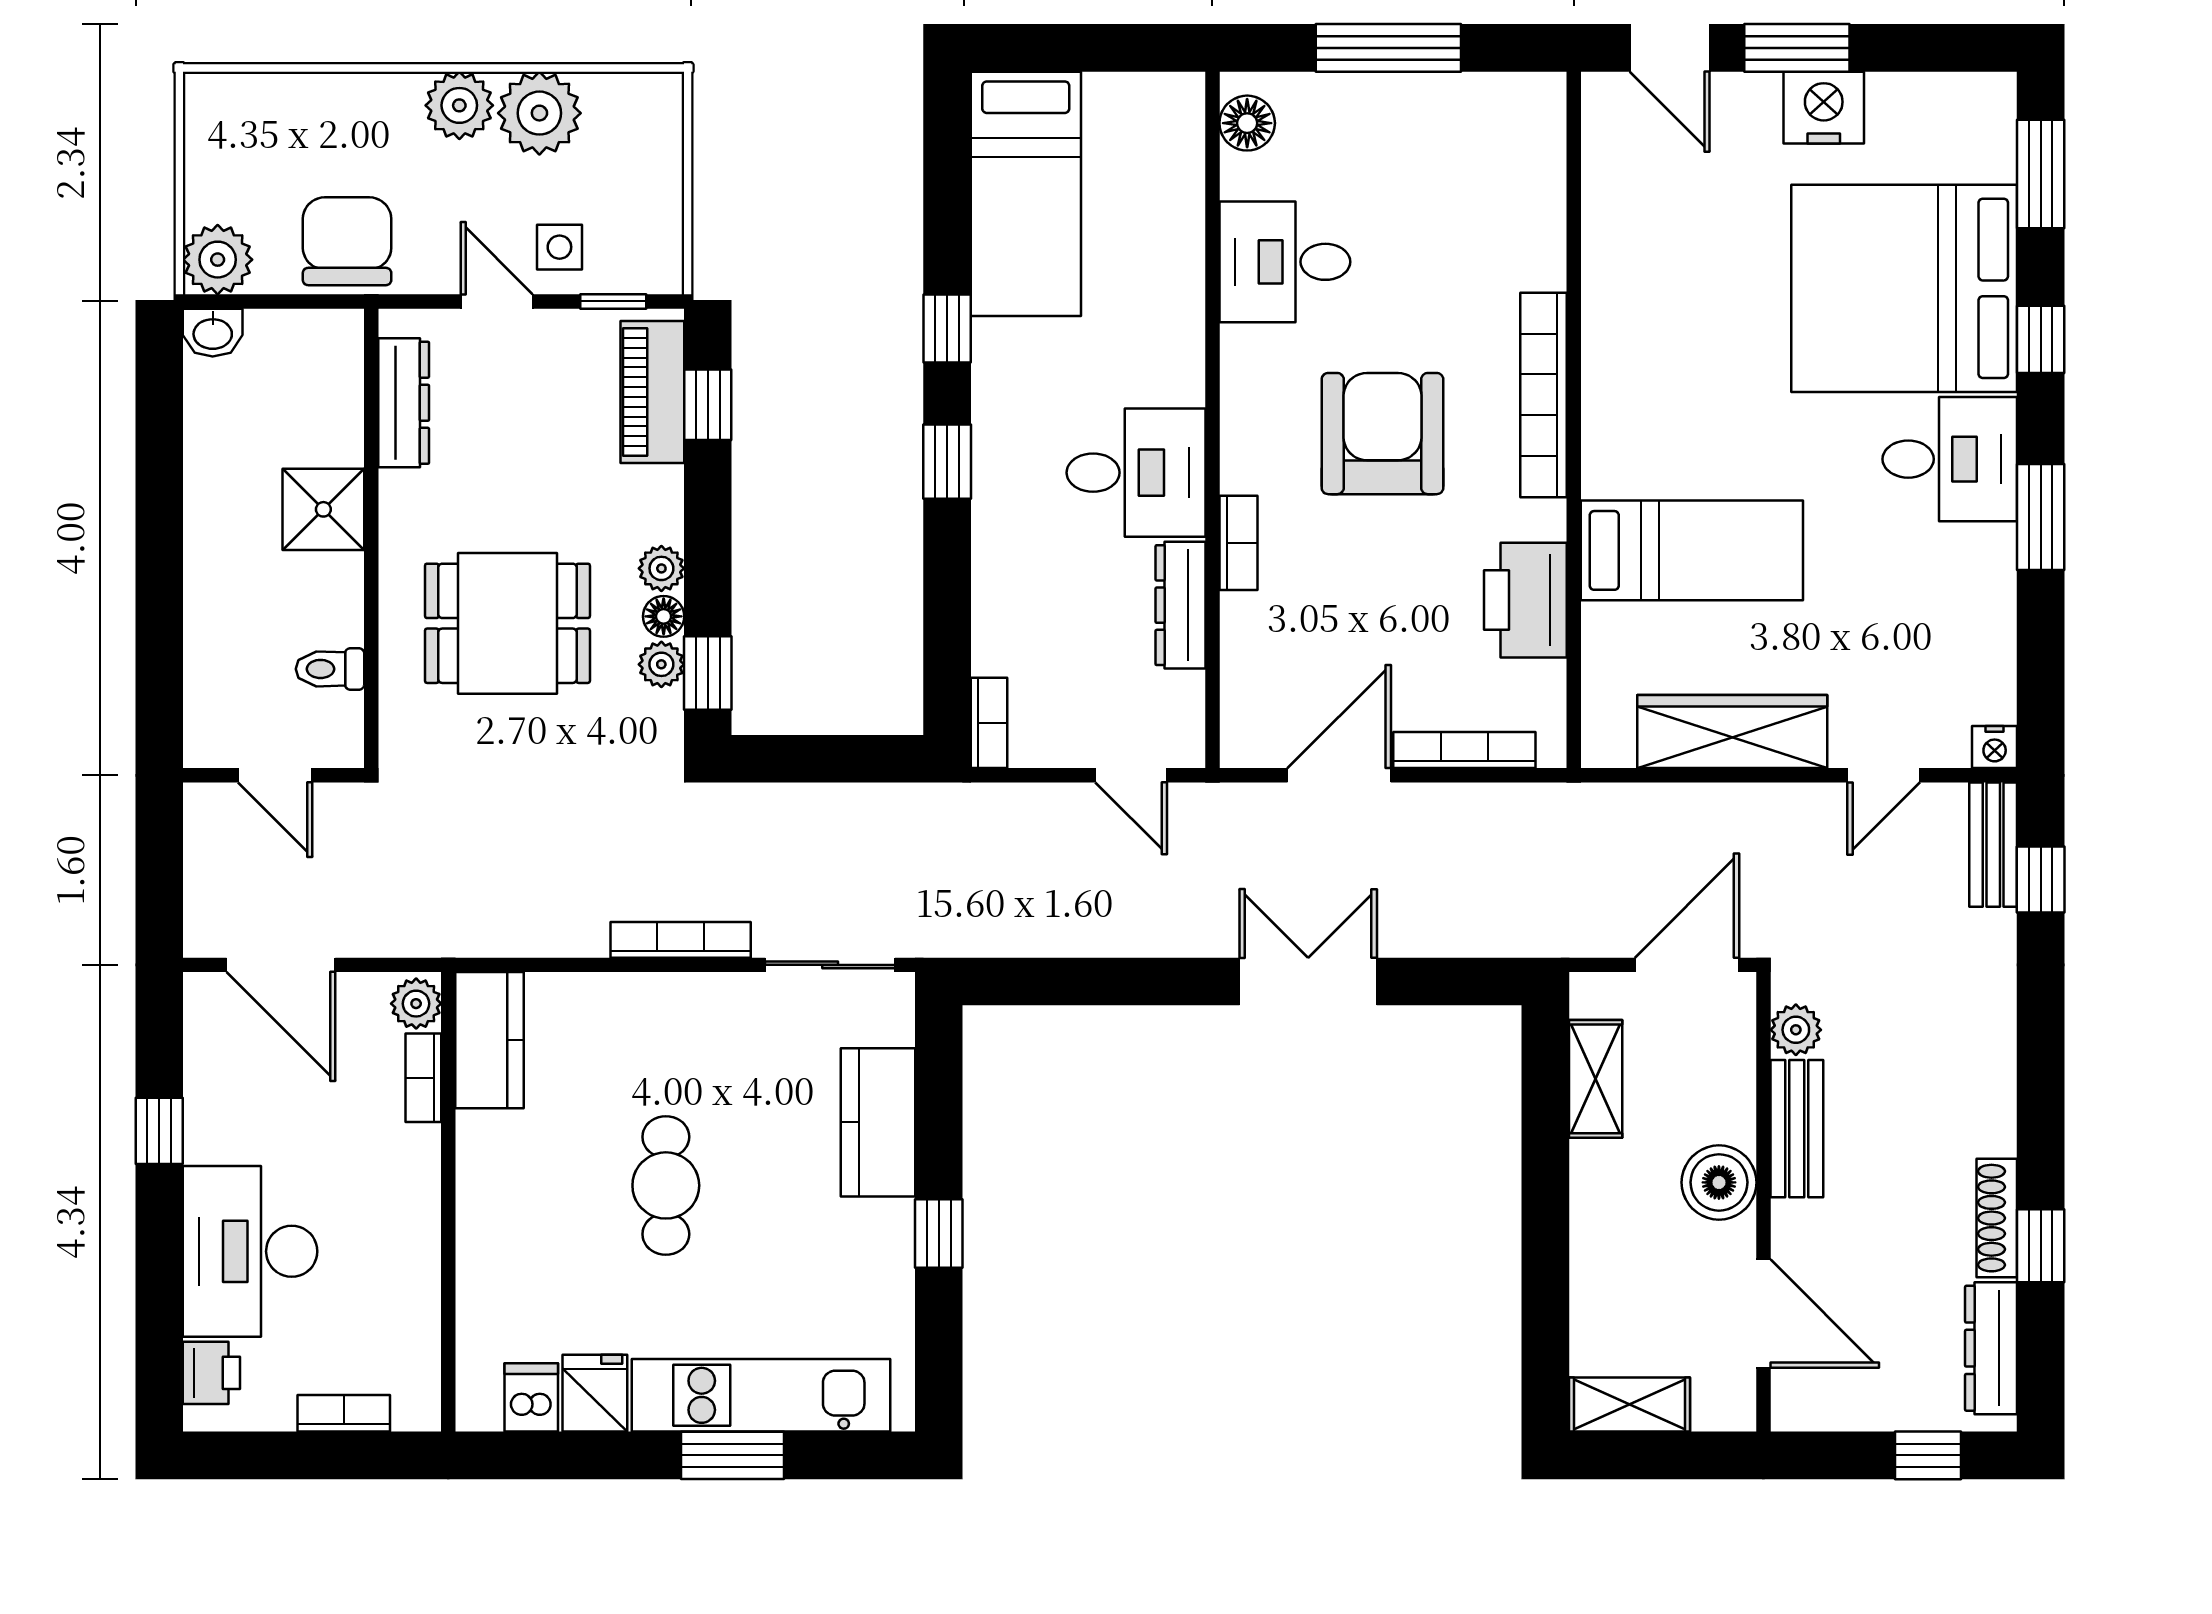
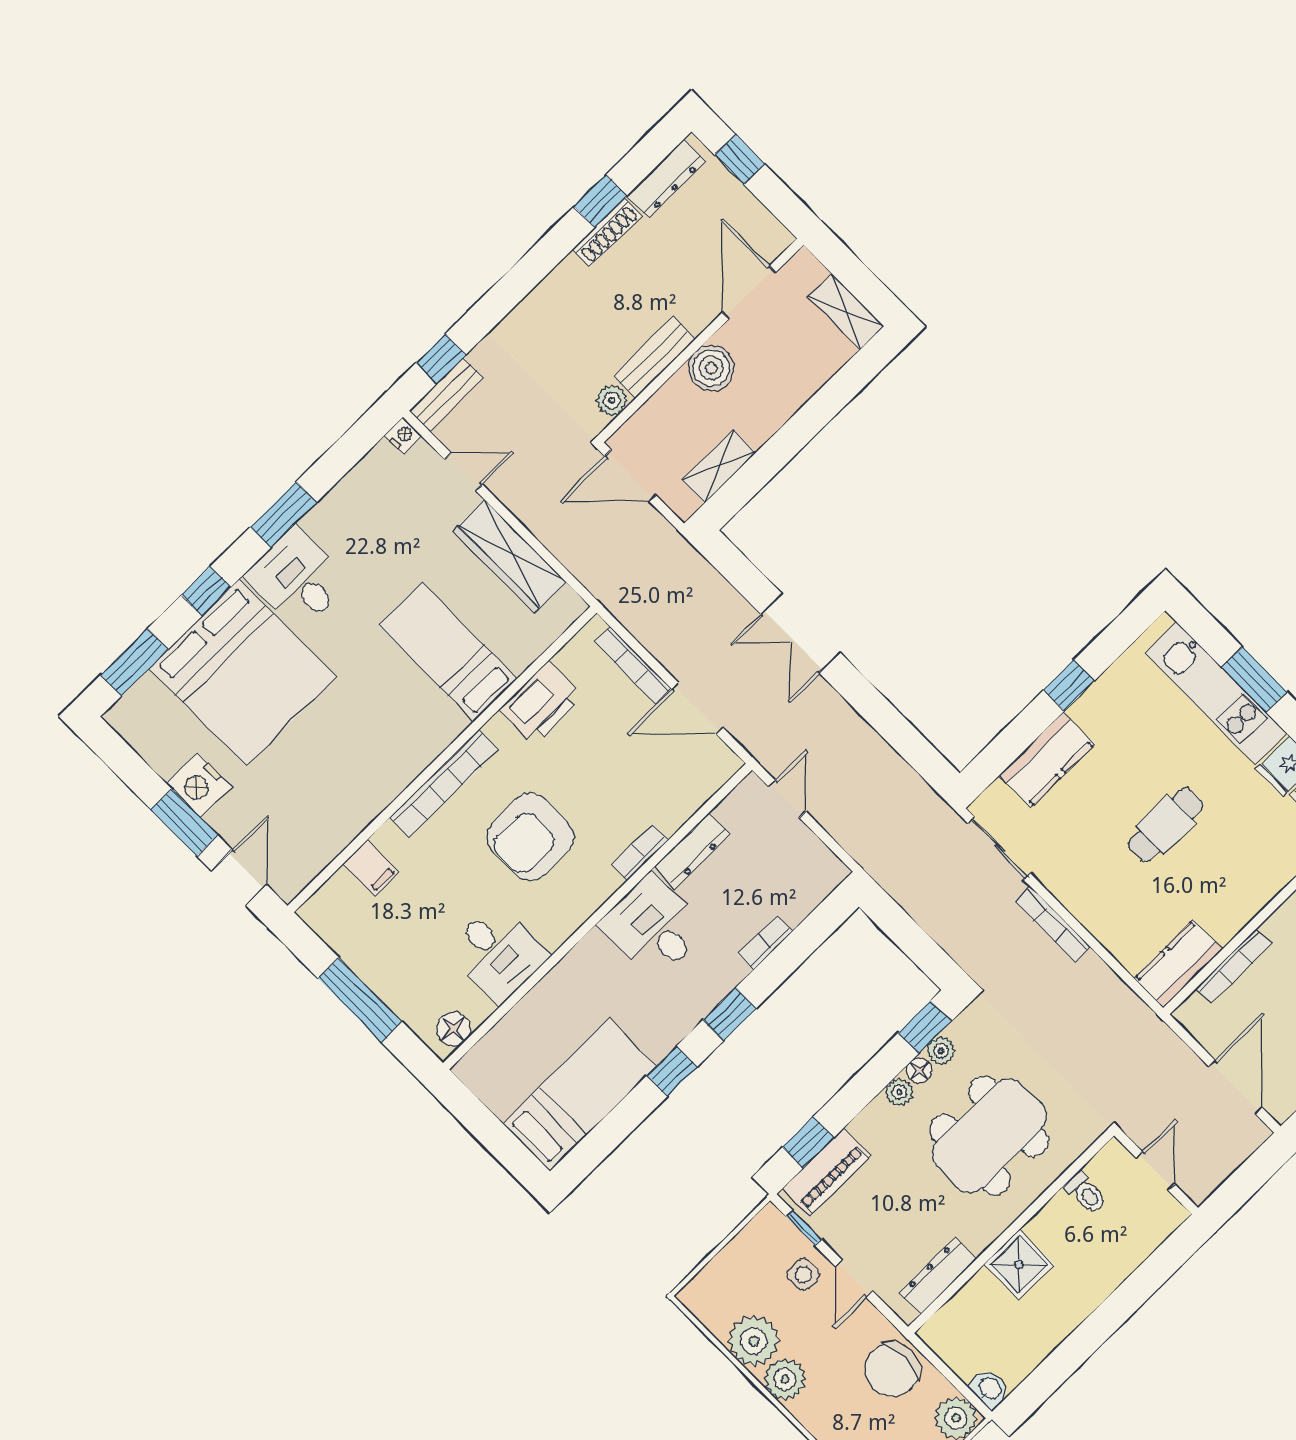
filing cabinet: (1529, 213) -> (371, 868), added
dining table: (507, 623) -> (989, 1135), width x1.38
bookcase: (989, 723) -> (765, 943), moved
plant: (416, 1004) -> (1194, 1012), removed
bookcase: (423, 1078) -> (1234, 966), width x1.56

